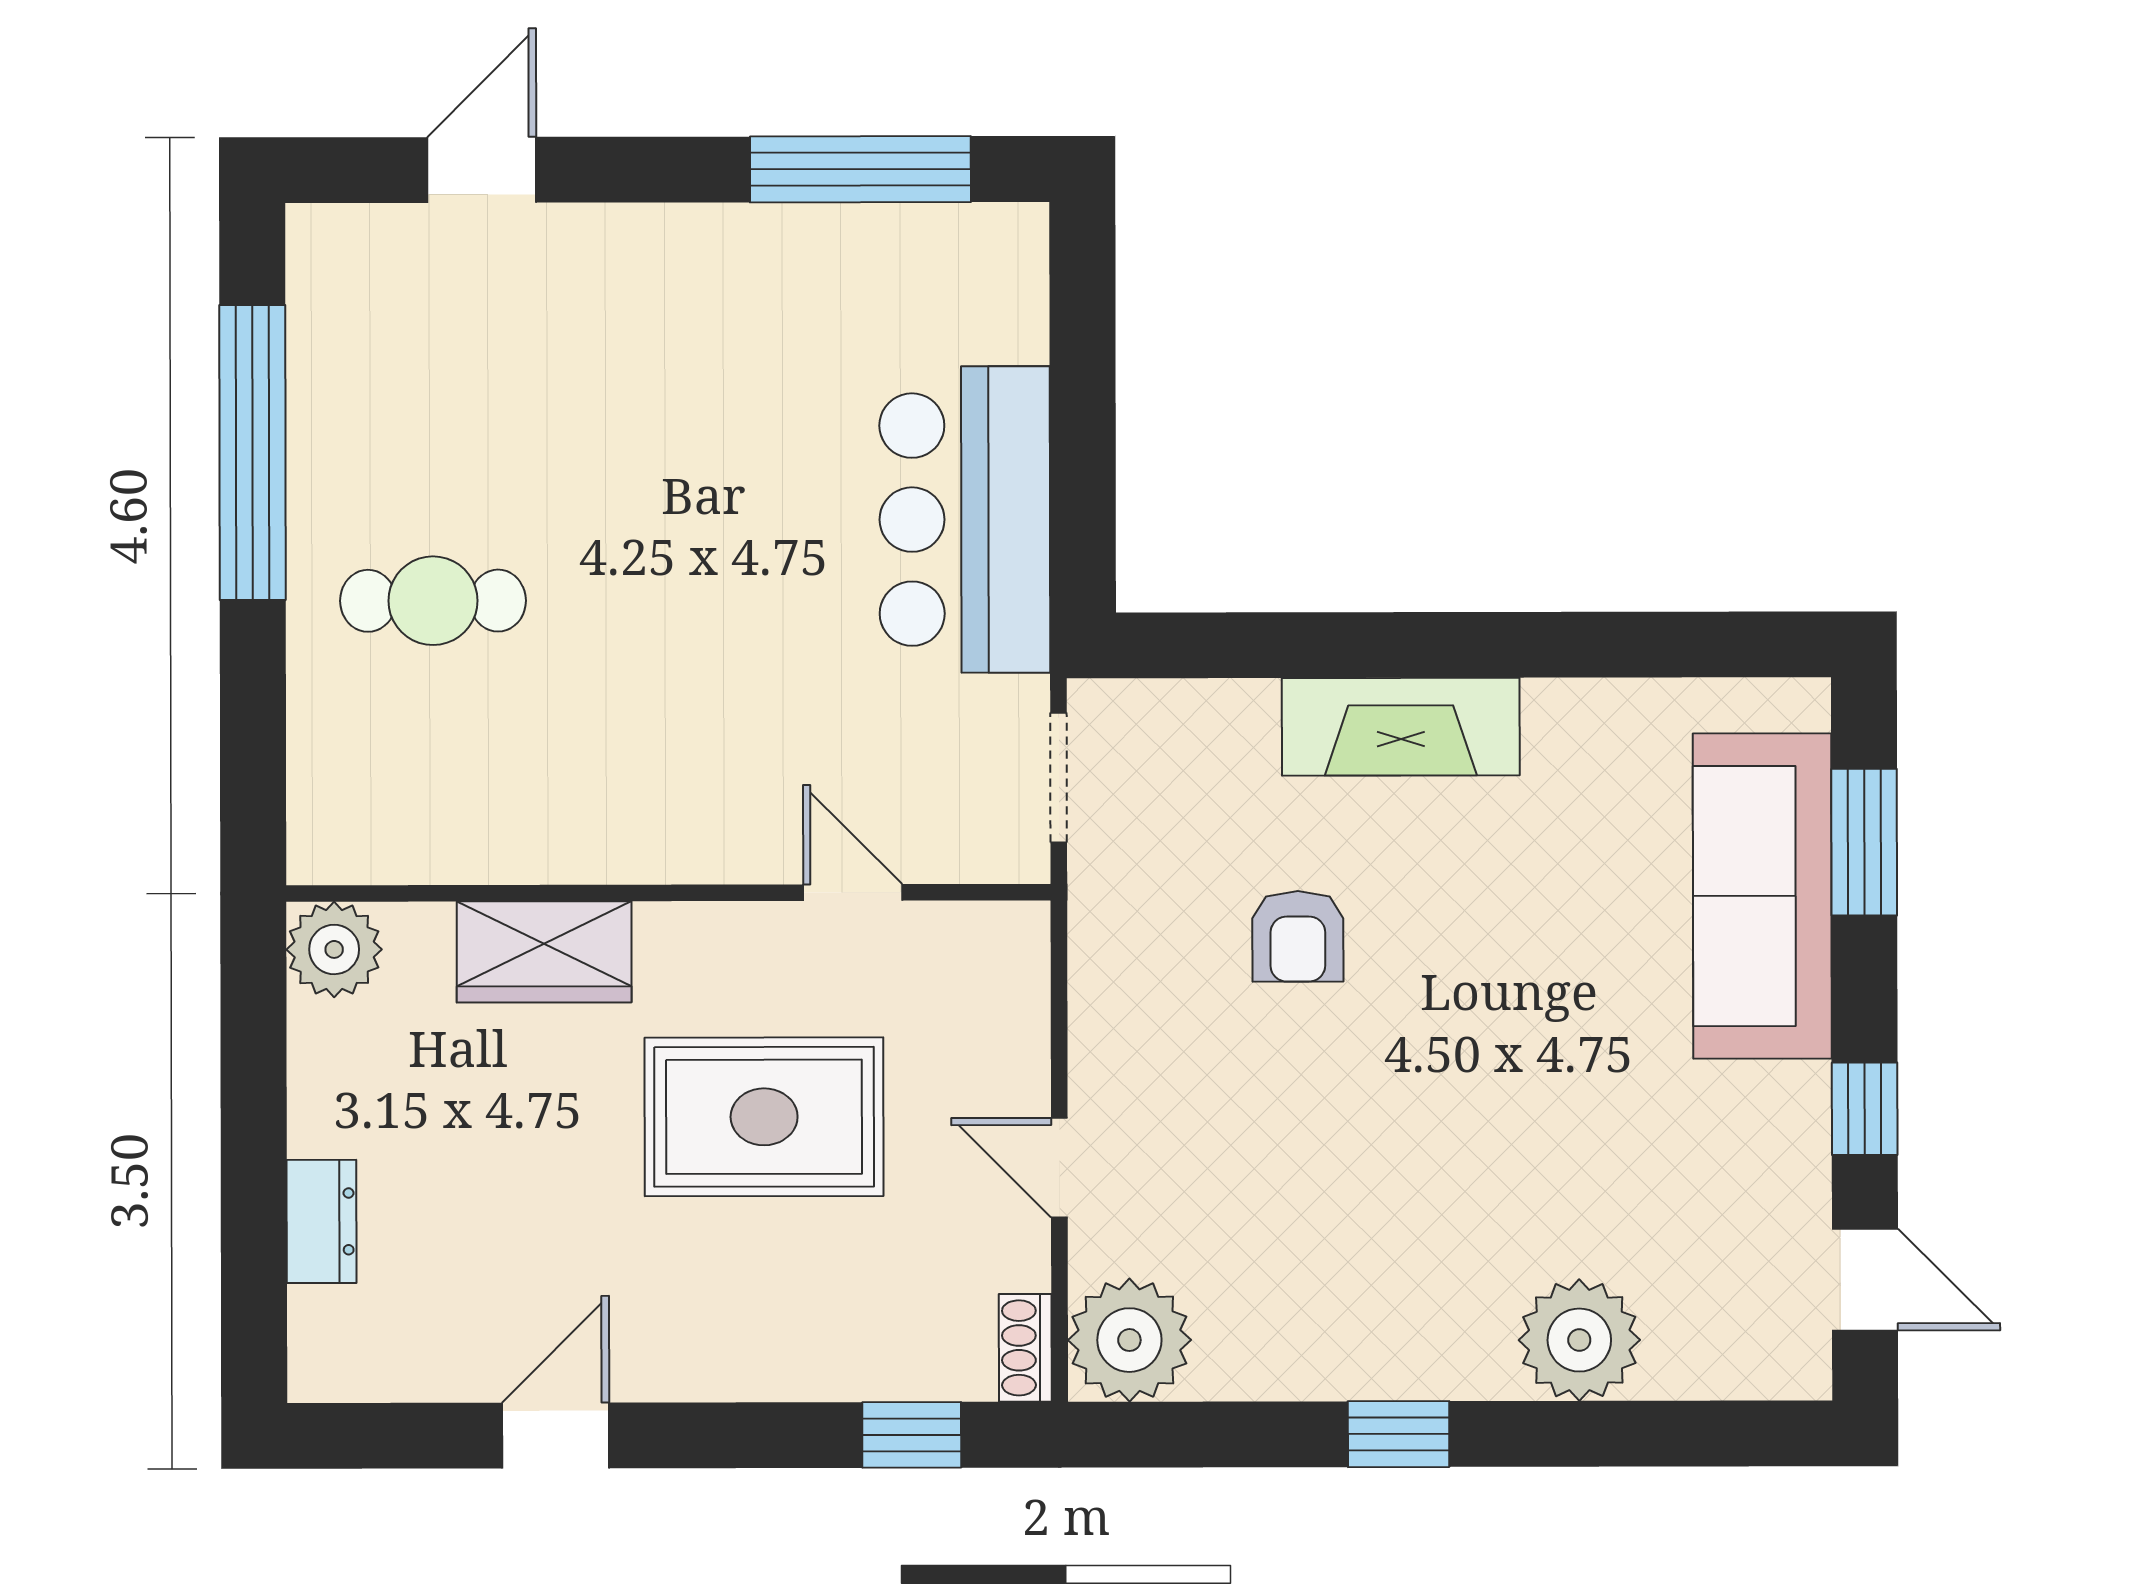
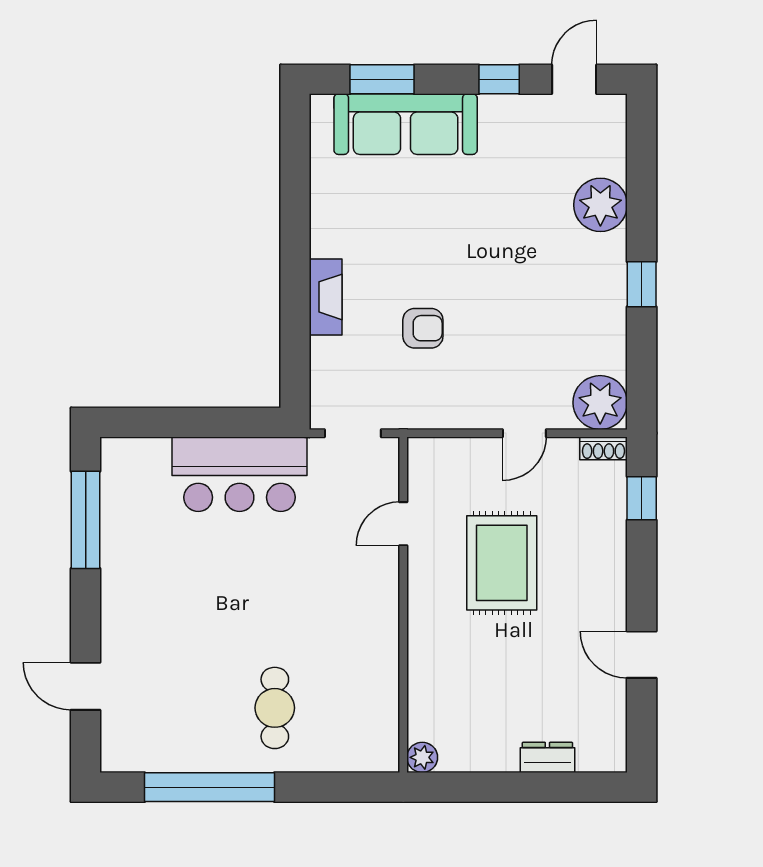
fireplace: (1401, 727) -> (326, 297), width x0.73, depth x0.76
plant: (334, 949) -> (422, 757), width x0.73, depth x0.73
wardrobe: (544, 952) -> (429, 659), removed

